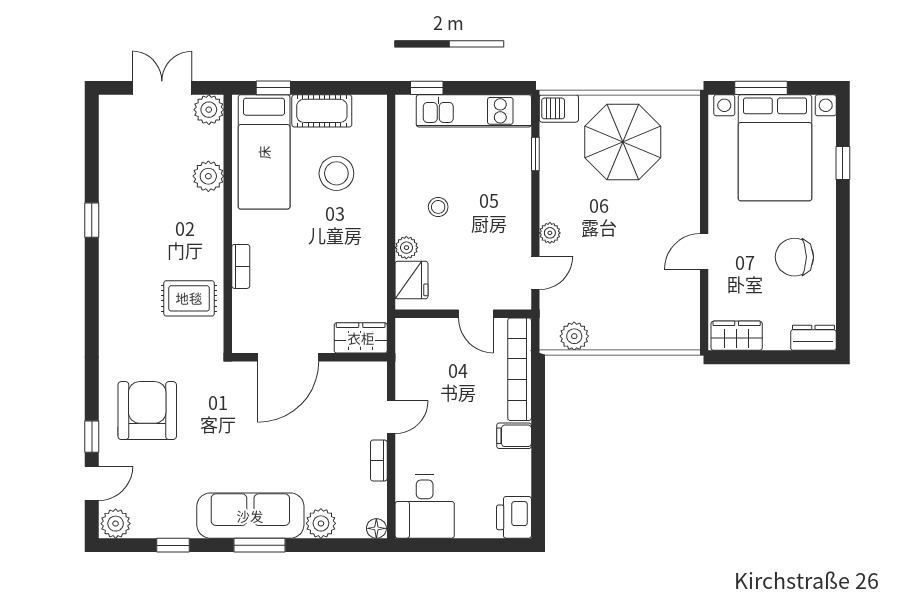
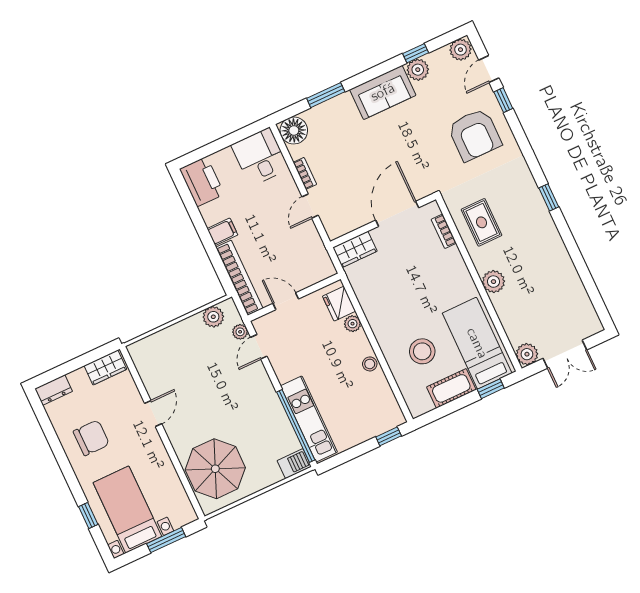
kitchen unit: (474, 111) -> (309, 419), moved, turned 90
parasol: (623, 142) -> (215, 469), moved
bed with nightstands: (775, 148) -> (127, 510), width x0.73
window: (535, 154) -> (296, 426), width x3.17
plant: (208, 176) -> (493, 282), moved
stool: (438, 207) -> (370, 364), moved
window: (92, 220) -> (549, 197), moved
plant: (550, 233) -> (240, 332), moved
bookcase: (241, 266) -> (444, 231), moved
rug: (189, 298) -> (481, 222), turned 90
sofa: (250, 516) -> (383, 92), width x0.73
printer: (514, 517) -> (202, 182), width x1.37, depth x1.19
plant: (321, 523) -> (418, 70), moved
floor lamp: (376, 528) -> (294, 130), width x1.89, depth x1.89
window: (260, 545) -> (326, 95), moved

